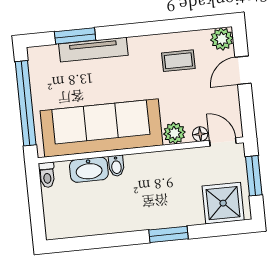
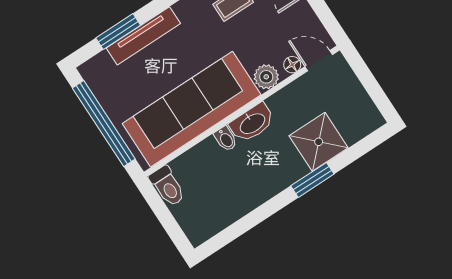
washbasin: (89, 170) -> (252, 123), moved
toilet: (47, 175) -> (167, 186), width x1.37, depth x1.39
window: (254, 176) -> (367, 78), removed
shower: (223, 203) -> (319, 142), moved

